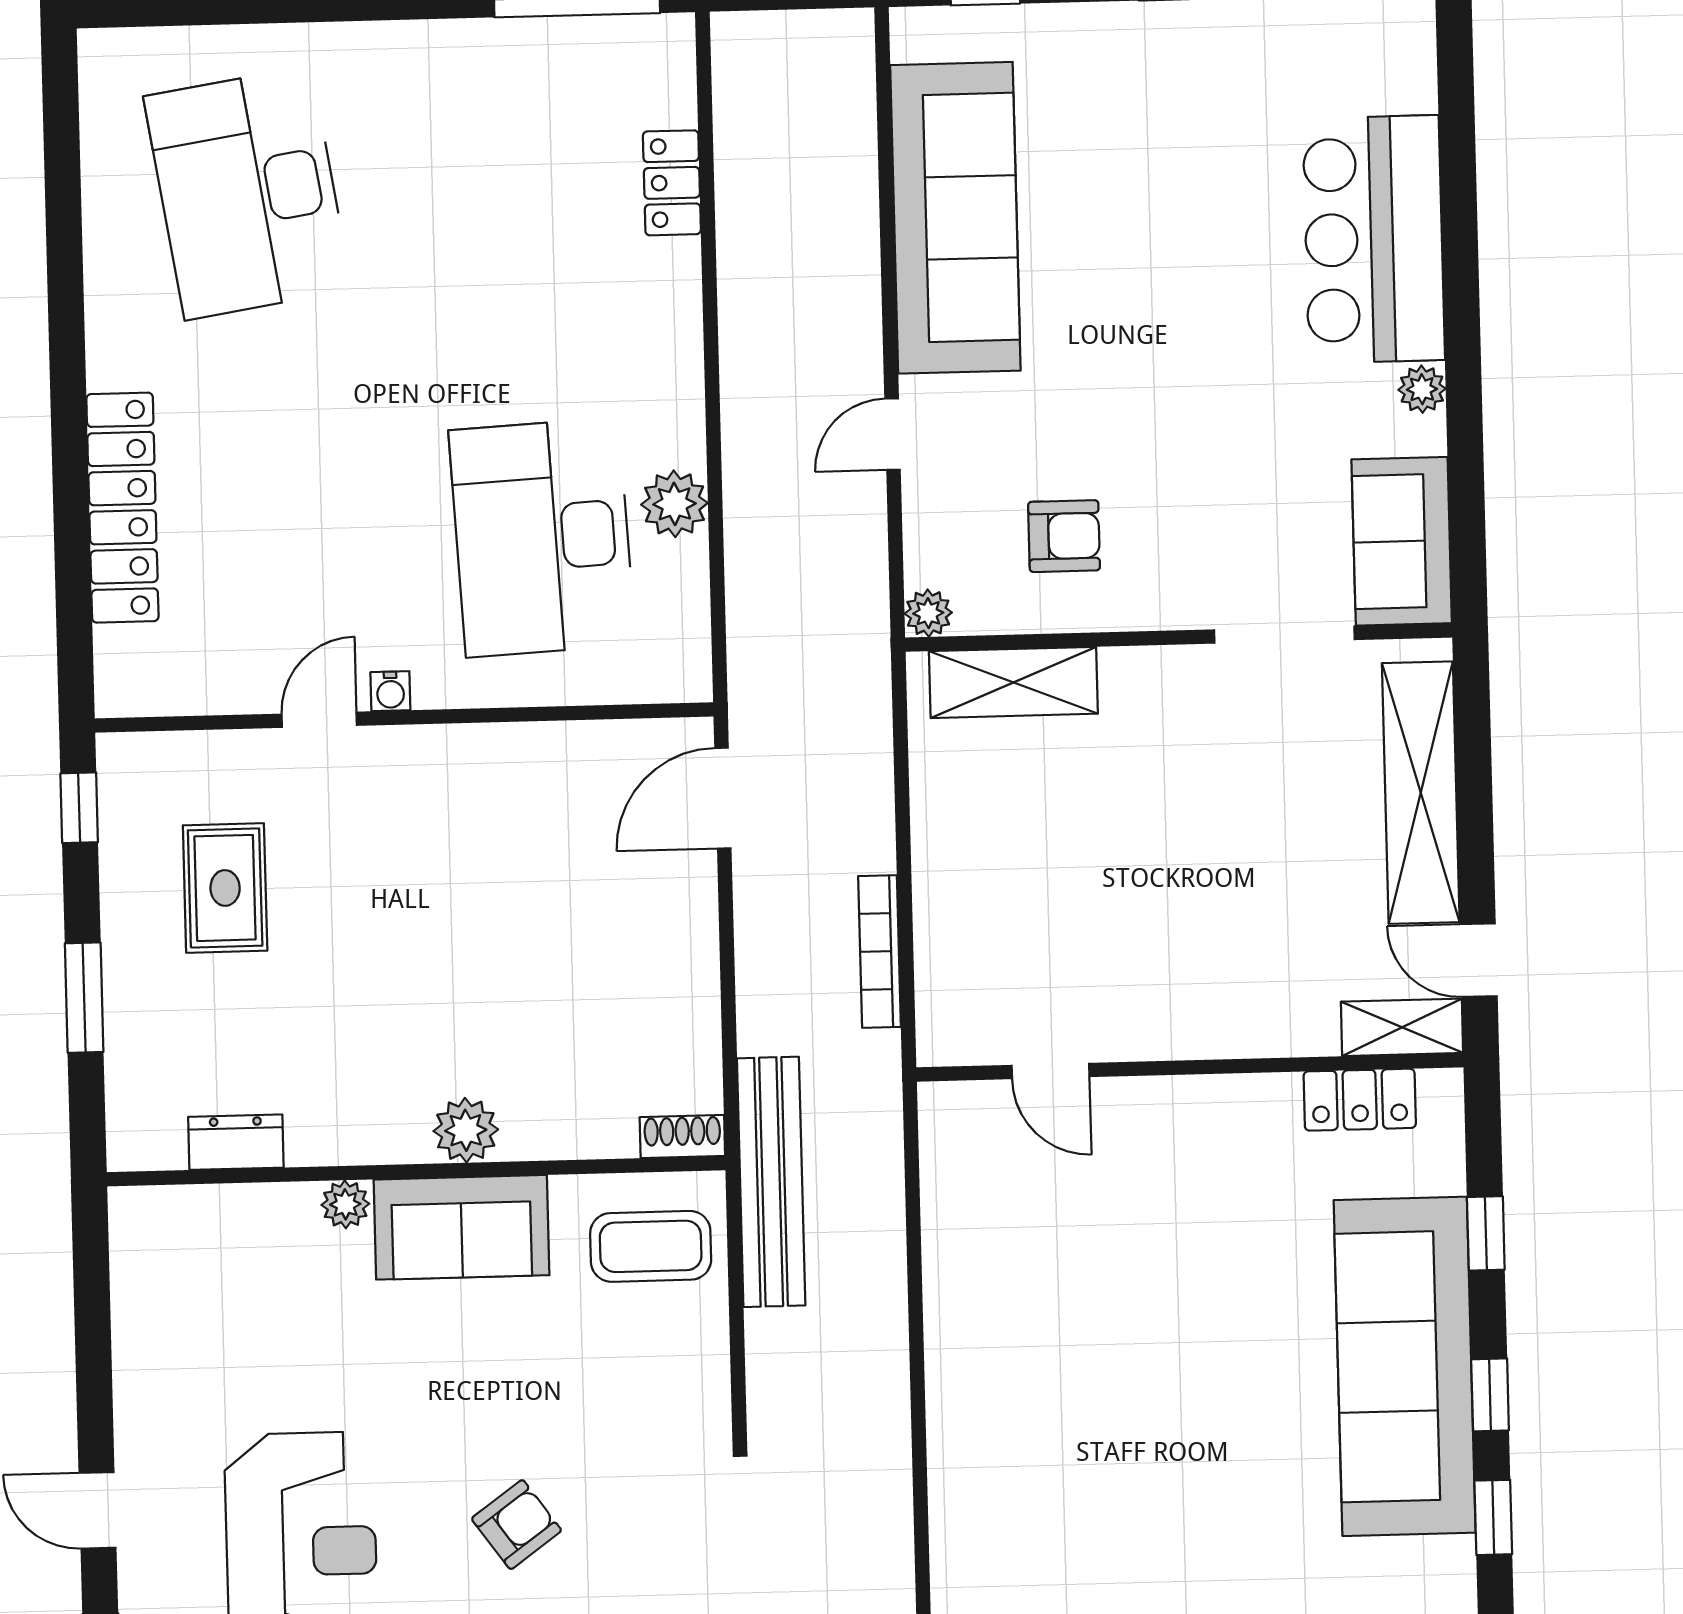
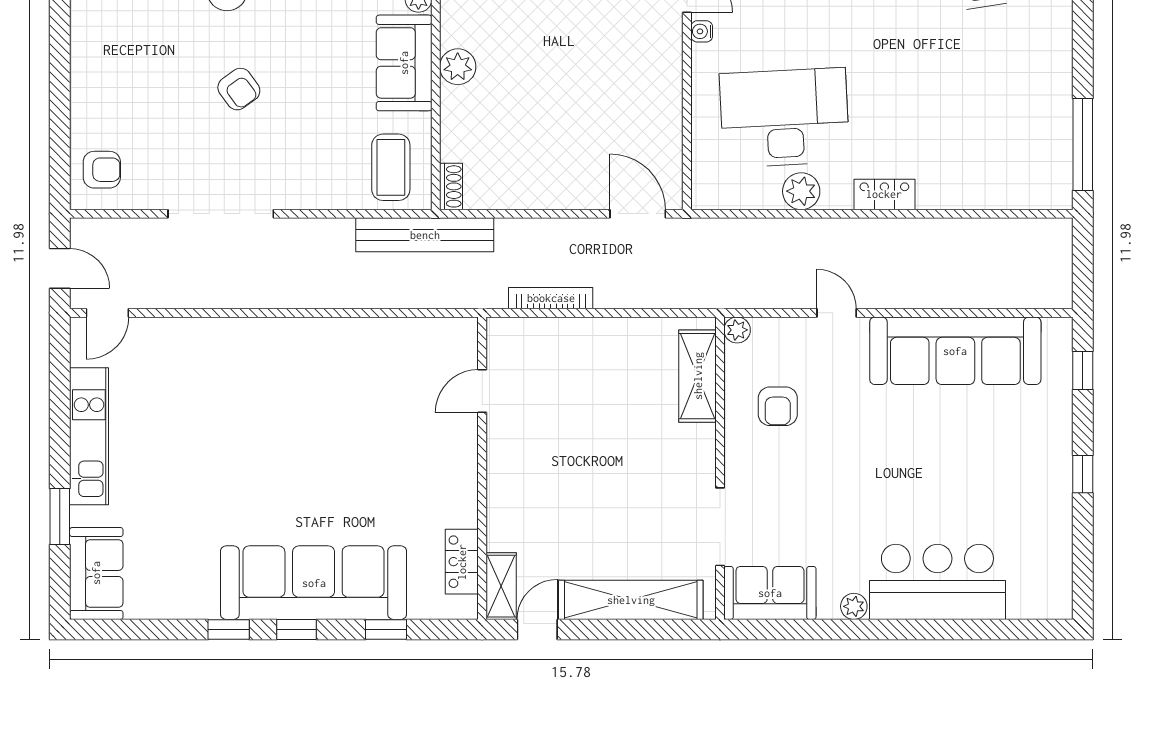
locker: (672, 183) -> (884, 194), moved

